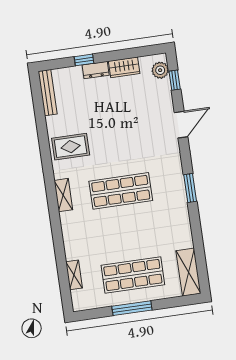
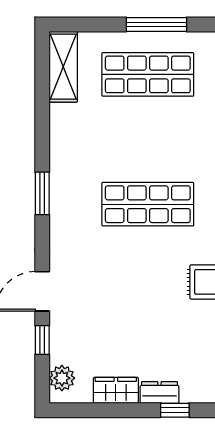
window: (175, 80) -> (42, 340), moved

